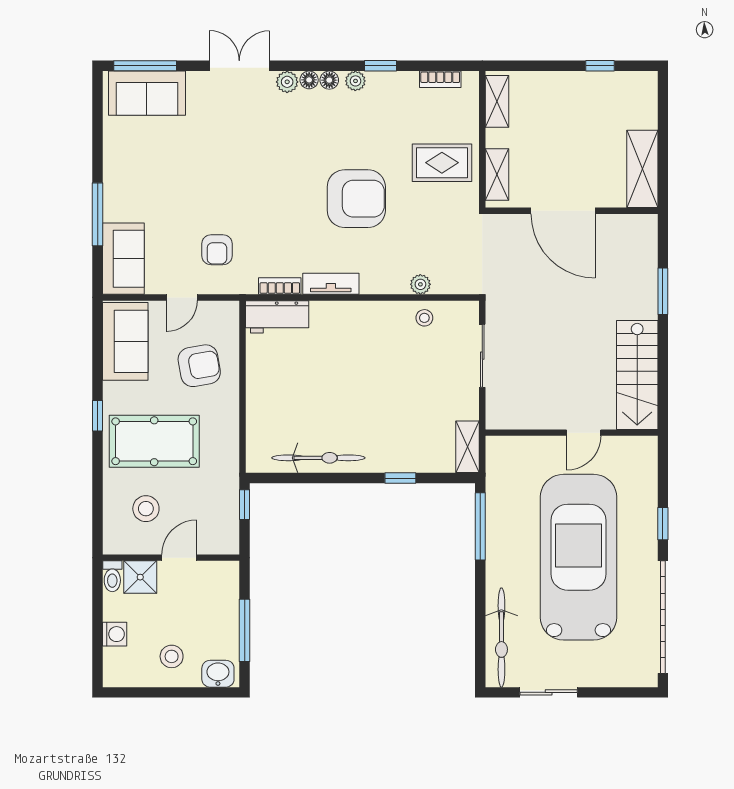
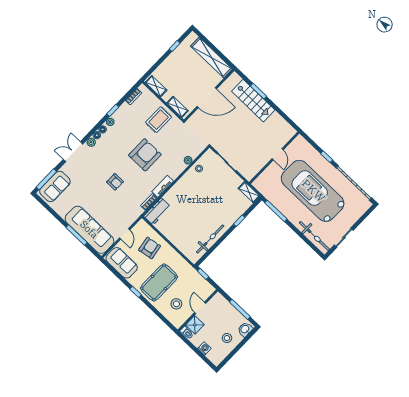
shelving: (642, 169) -> (212, 58), width x1.47
armchair: (217, 250) -> (115, 182), moved
sofa: (123, 259) -> (89, 230), width x1.85, depth x1.27
stairs: (637, 375) -> (253, 101), moved

